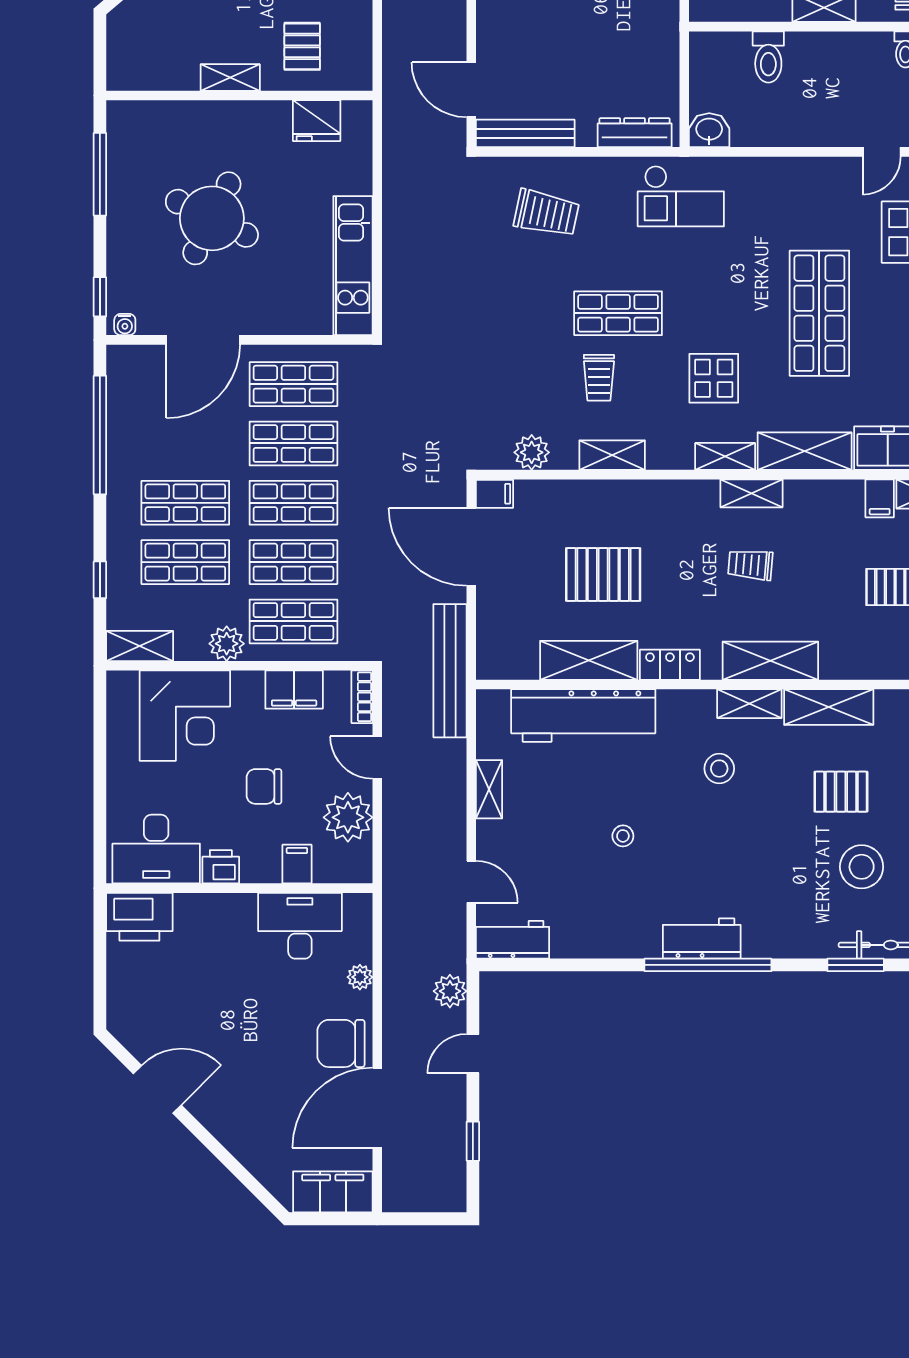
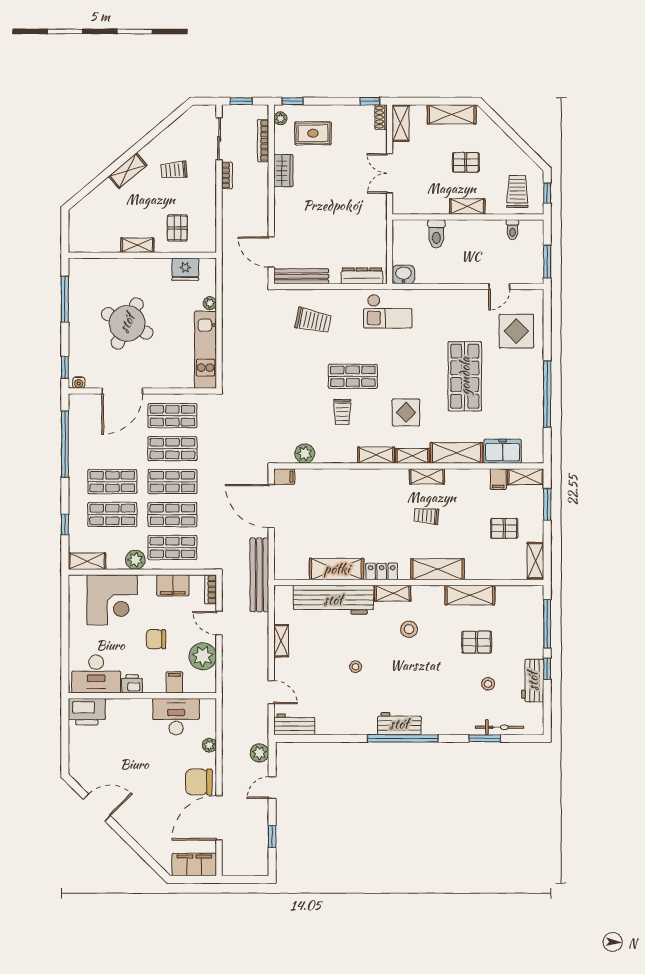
plant: (361, 182) -> (210, 303), added
shelving: (612, 455) -> (376, 455), moved
pallet: (603, 574) -> (345, 521), removed
shelving: (749, 704) -> (393, 593), moved
stool: (862, 867) -> (488, 684), width x0.53, depth x0.53

